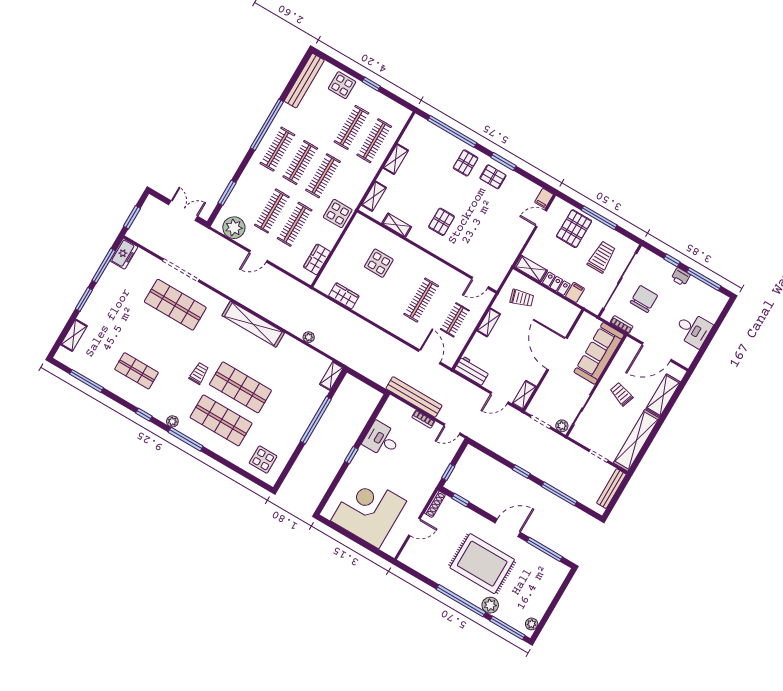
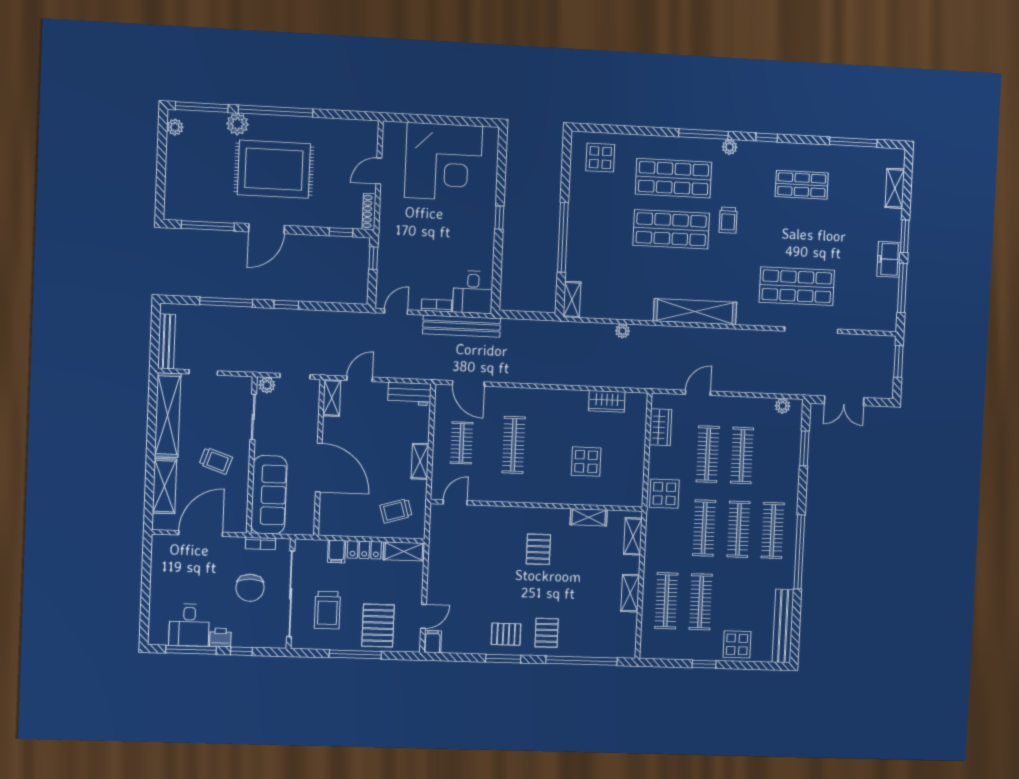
plant: (234, 228) -> (783, 406), width x0.53, depth x0.53
freezer: (124, 254) -> (889, 259), moved
door: (258, 256) -> (698, 393), moved
desk: (693, 330) -> (189, 625), moved, turned -90
desk: (382, 440) -> (473, 292), moved, turned 90

